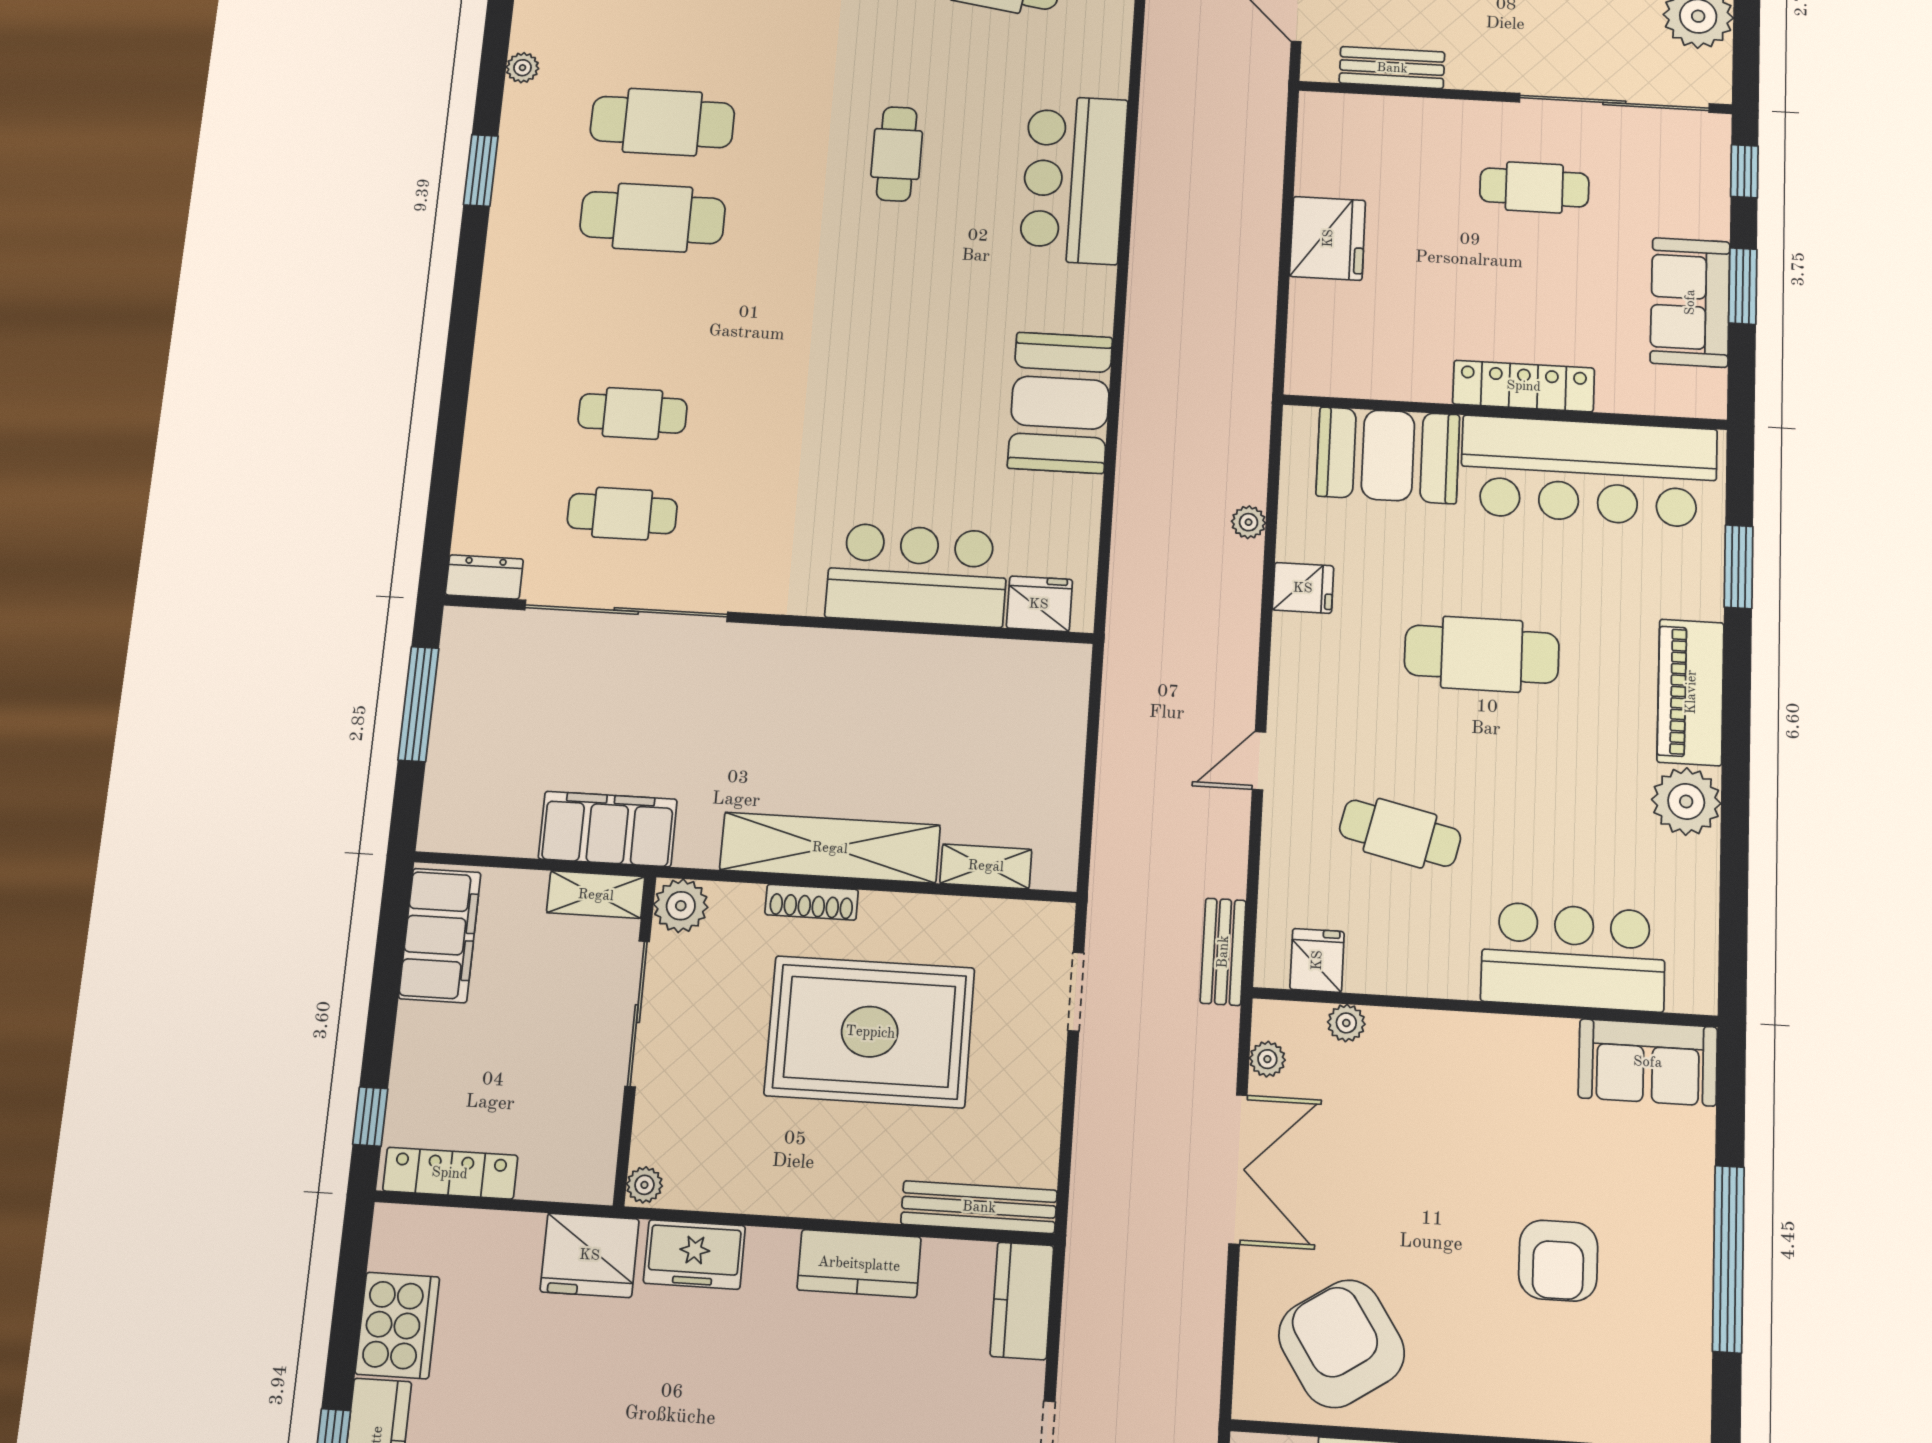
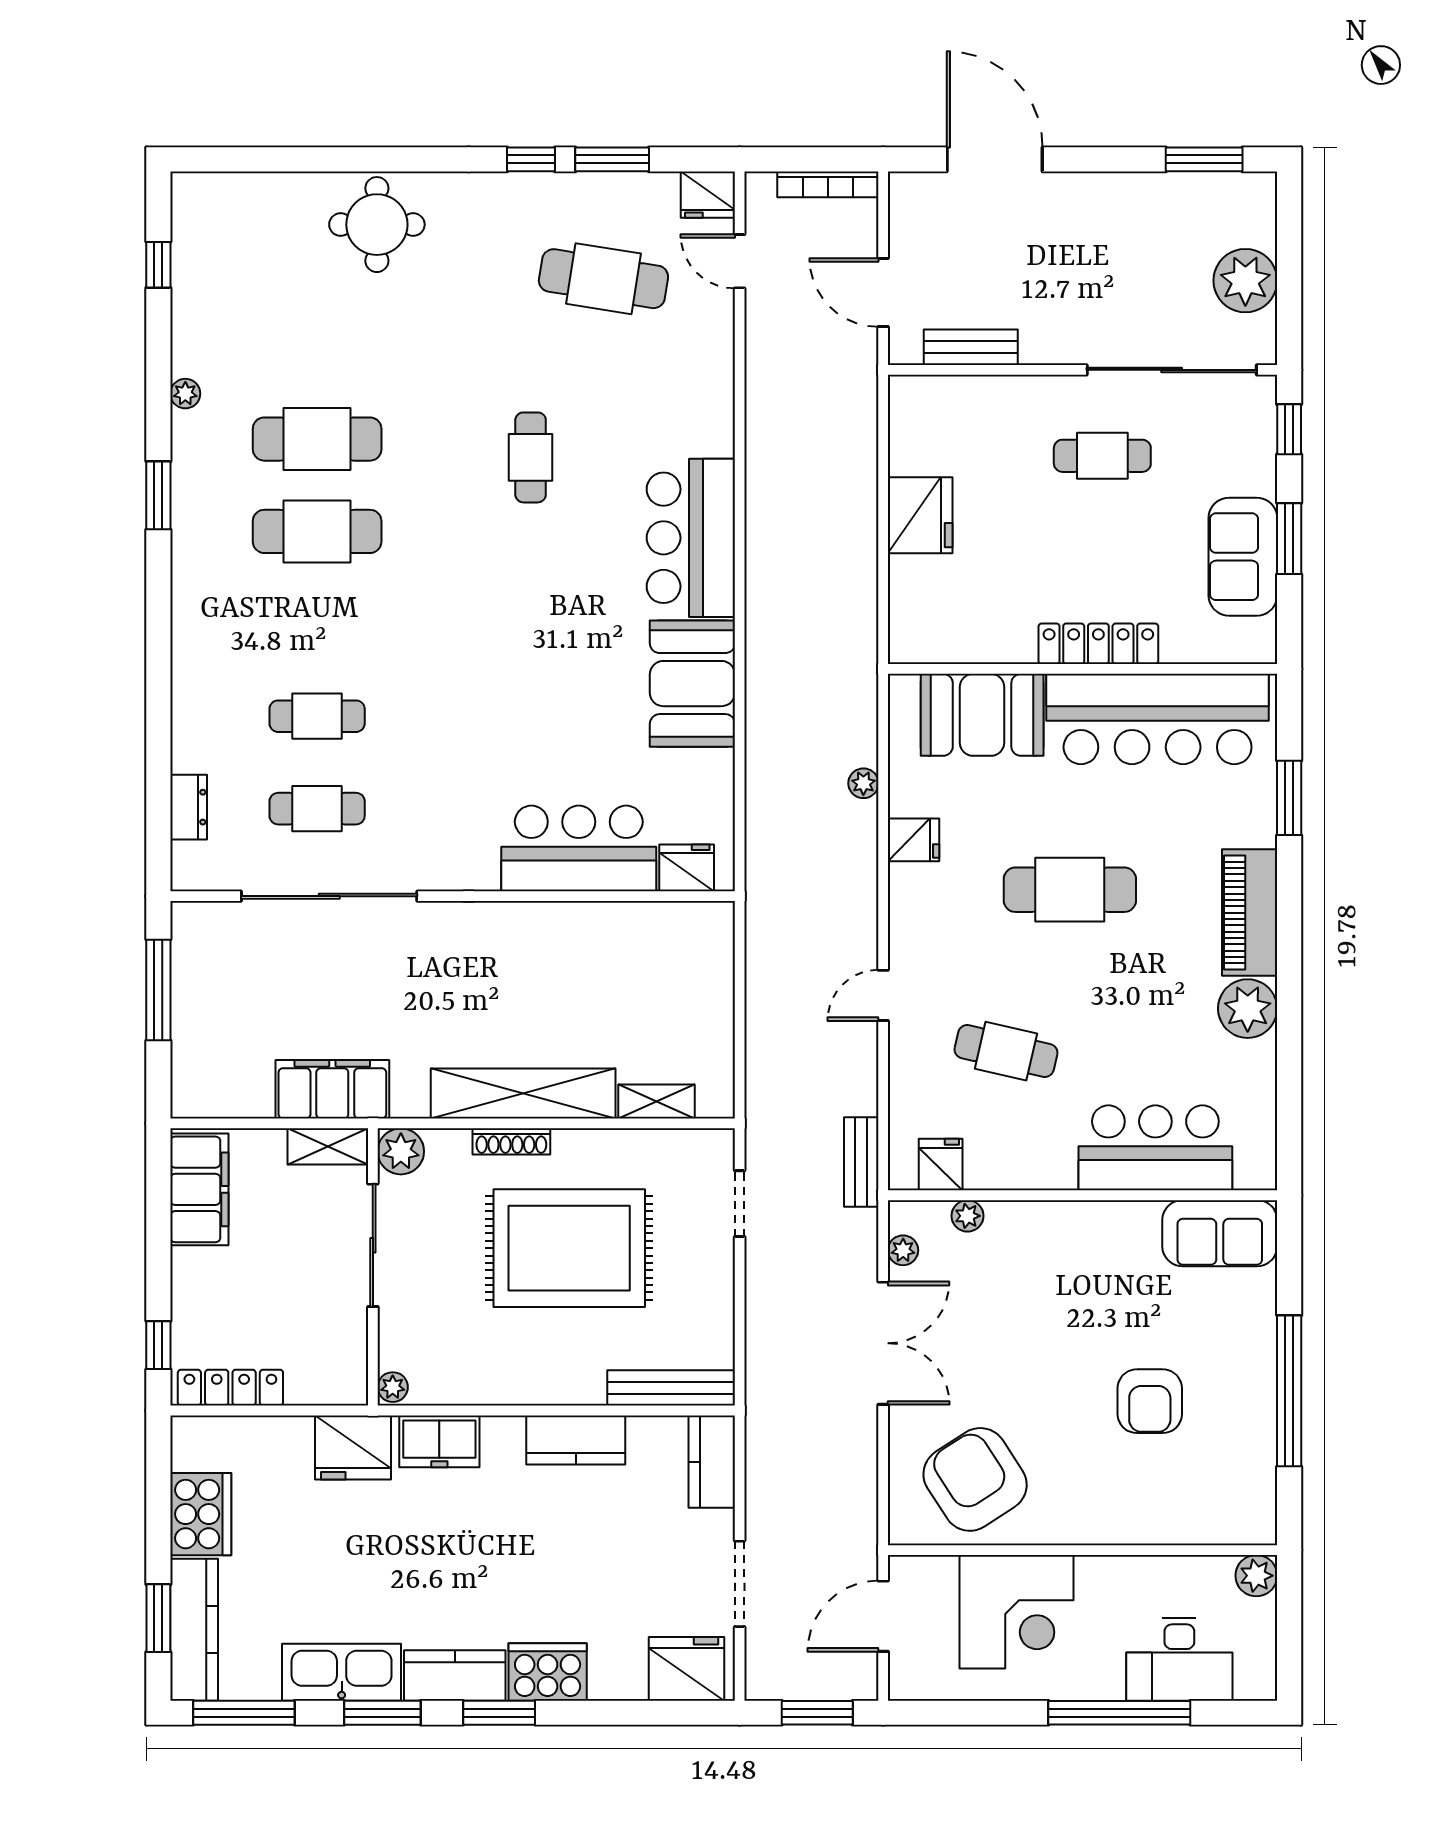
bar counter: (1074, 179) -> (691, 538), moved
dresser: (484, 577) -> (189, 807), moved, turned 90

